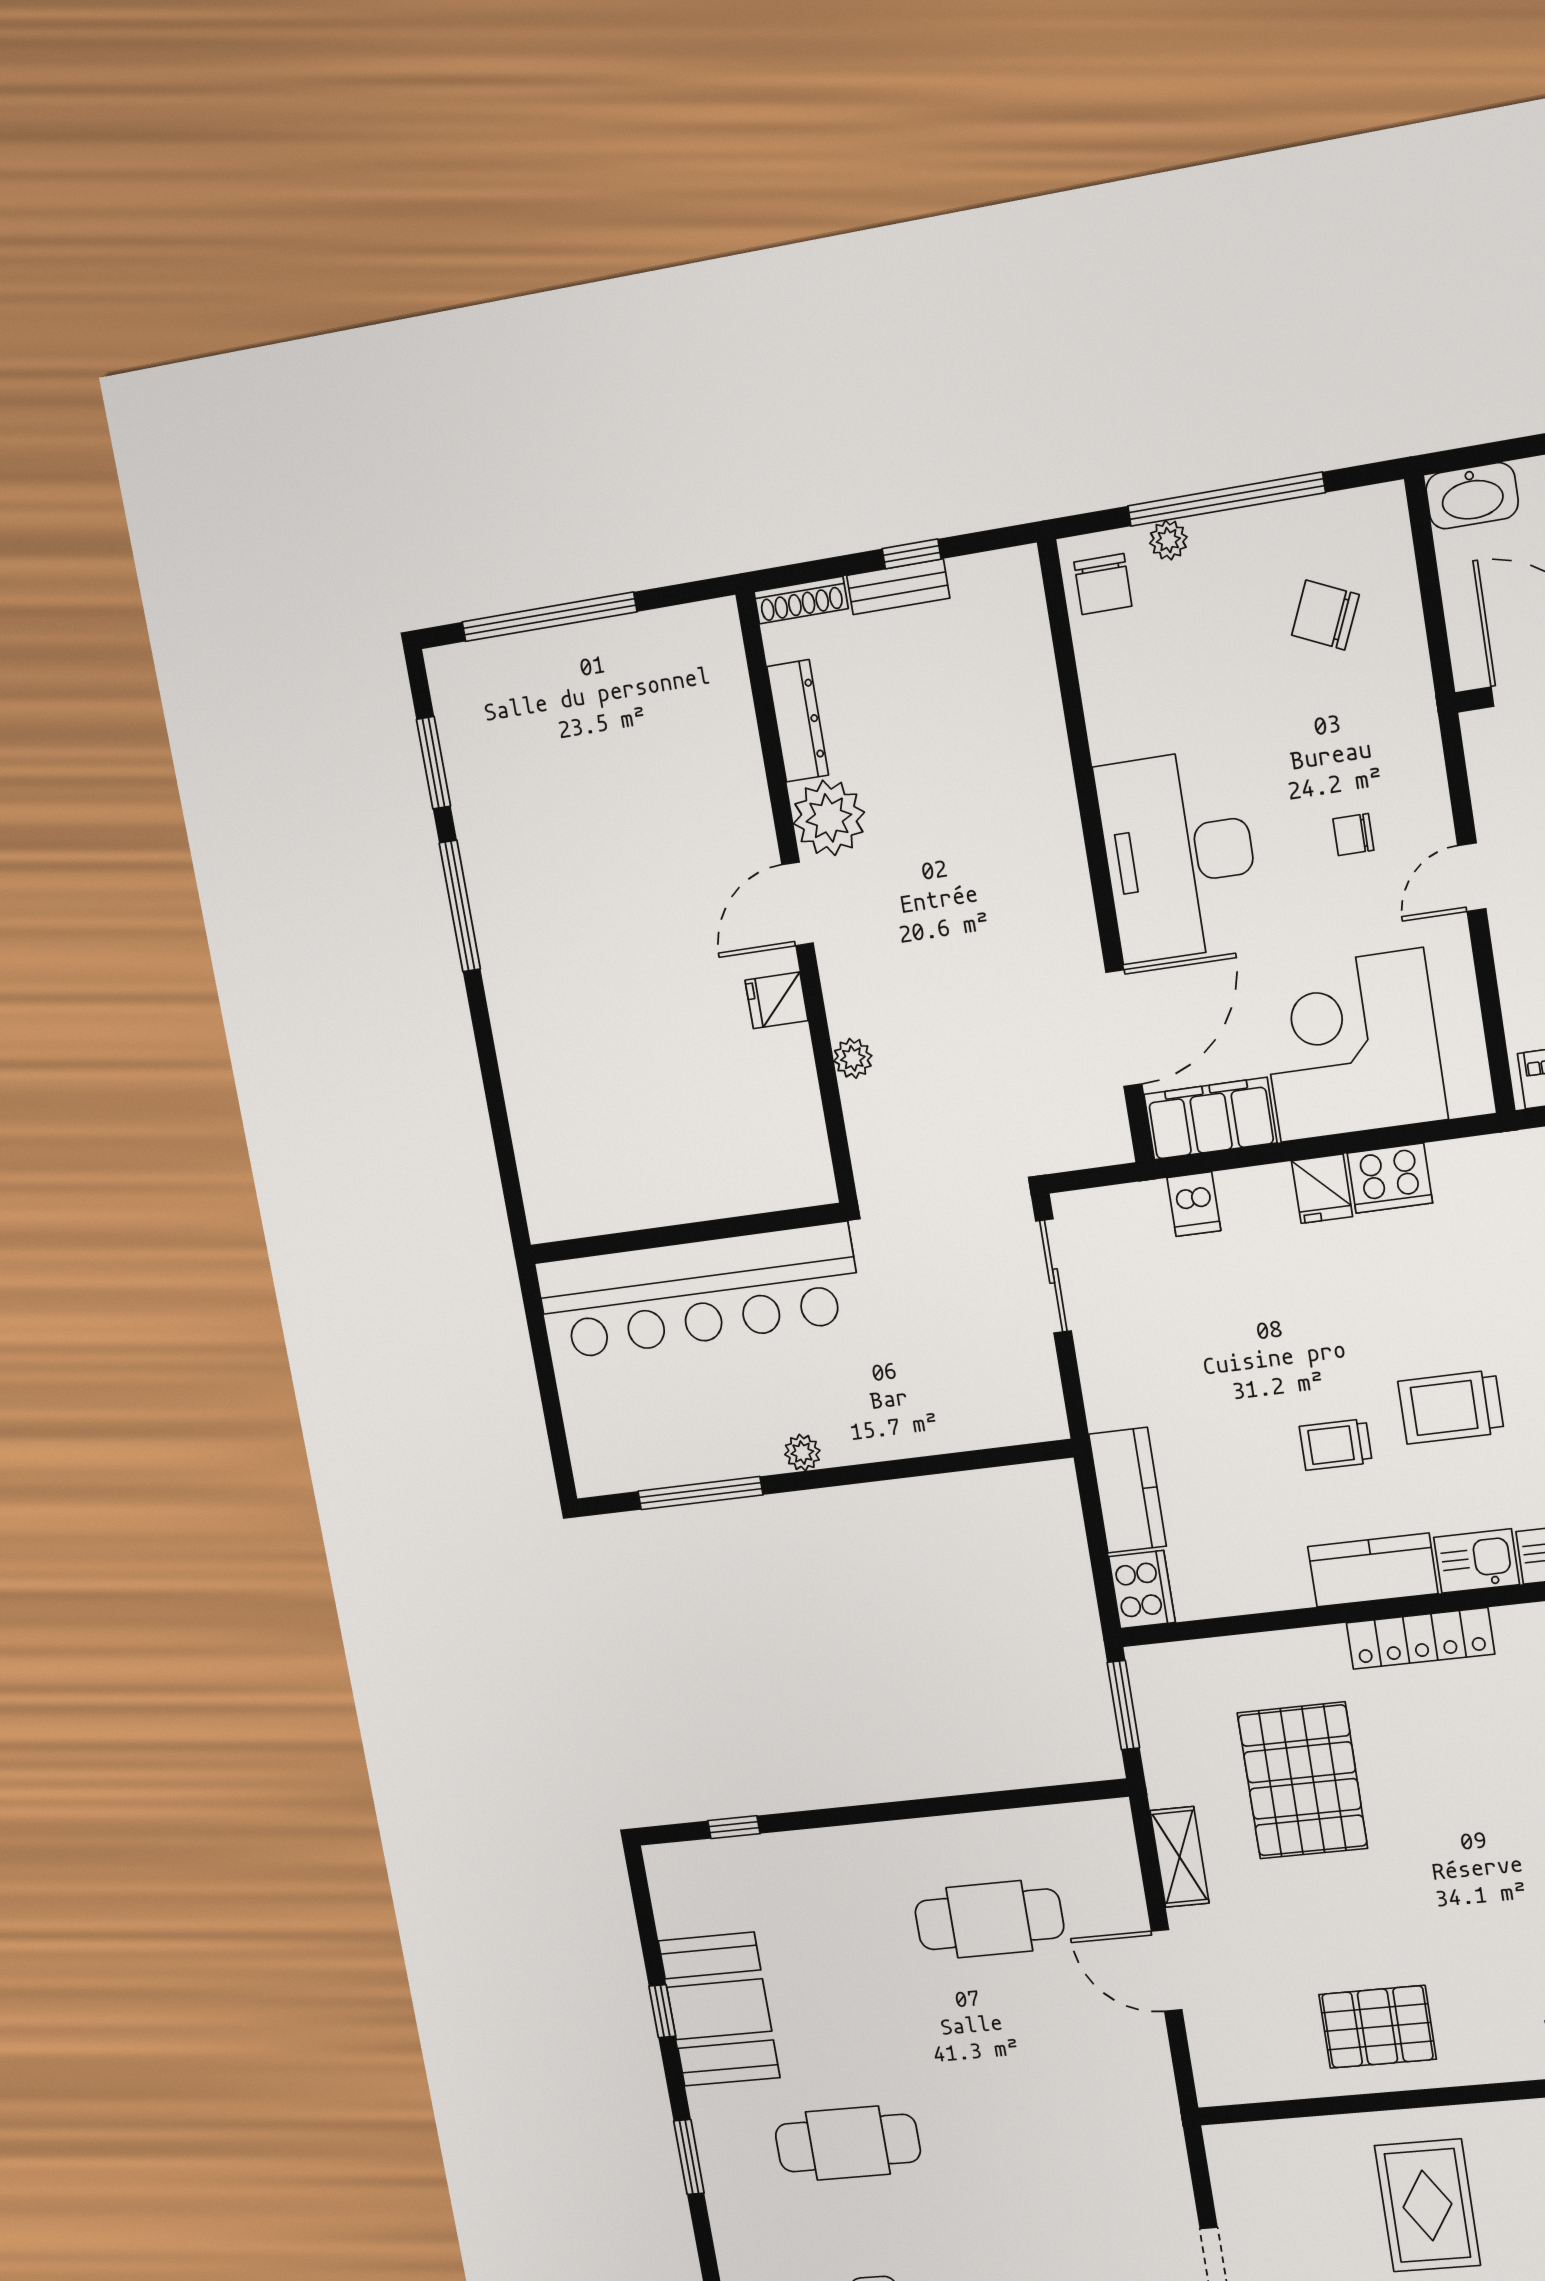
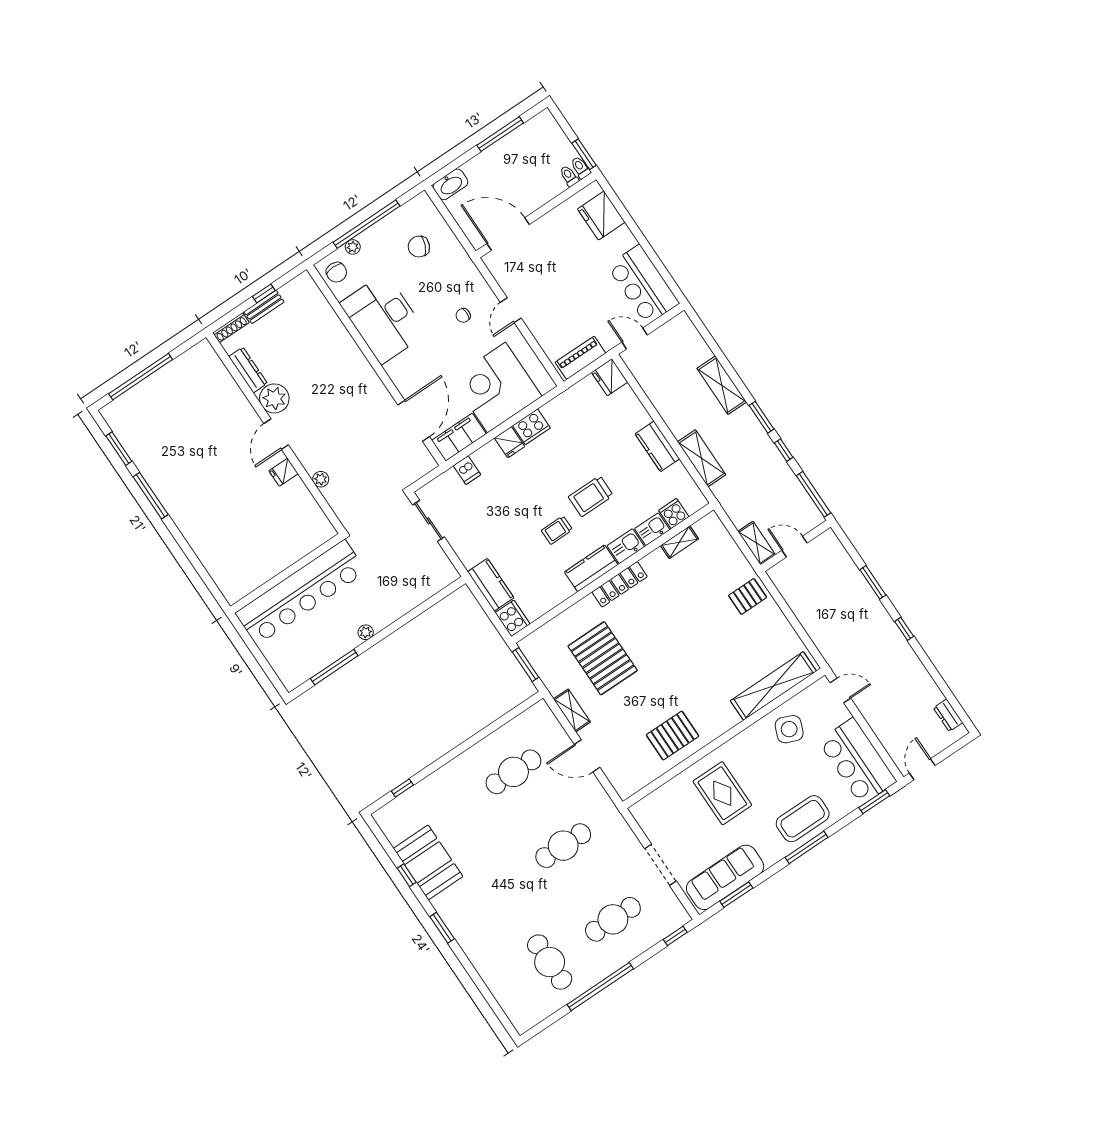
desk: (1179, 855) -> (383, 318), moved
cafe table: (848, 2143) -> (563, 846), moved

